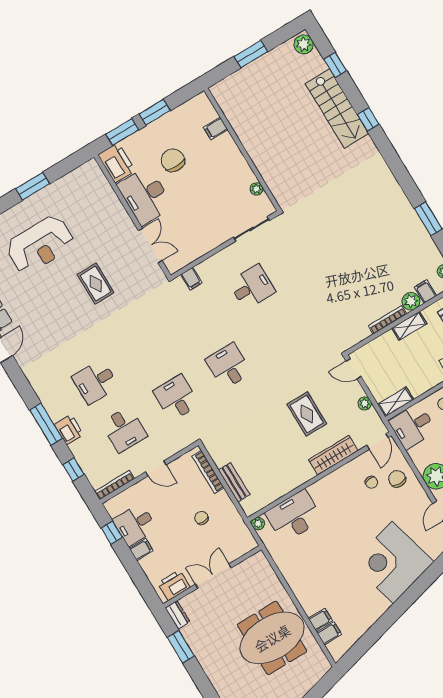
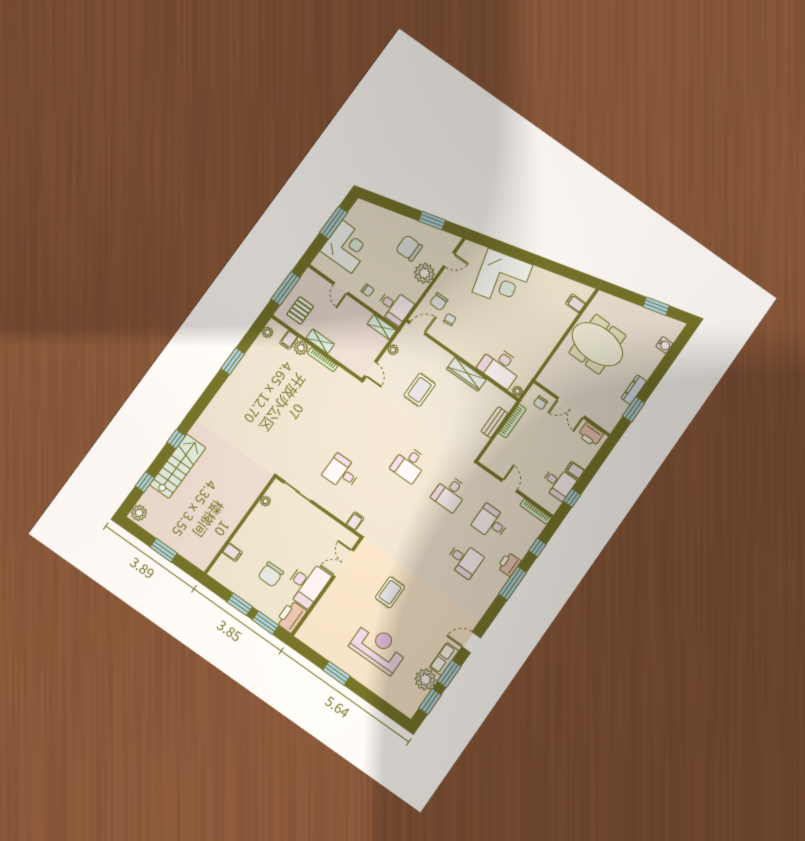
desk: (124, 429) -> (491, 522), turned -90
wardrobe: (333, 455) -> (466, 374), moved
bookcase: (208, 472) -> (512, 421), moved
chair: (201, 518) -> (540, 403), moved
dresser: (177, 615) -> (634, 390), moved, width x1.44
filing cabinet: (320, 620) -> (568, 314), removed

